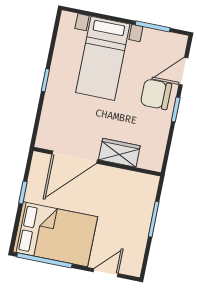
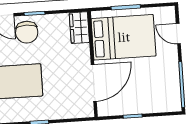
wardrobe: (119, 153) -> (79, 28), moved
door: (75, 157) -> (94, 83), hinge flipped
bed: (55, 234) -> (124, 37), moved, turned 90

